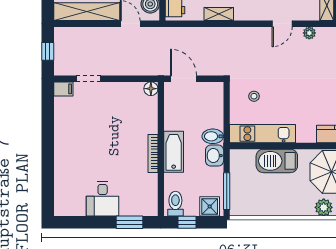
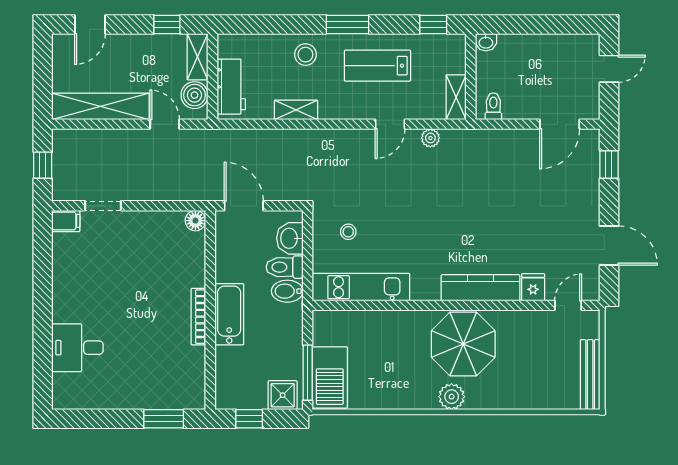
washbasin: (215, 156) -> (290, 238), moved
barbecue: (277, 161) -> (330, 377), moved, turned -90
desk: (103, 199) -> (77, 348), moved, turned 90
toilet: (175, 204) -> (285, 267), moved, turned -90

